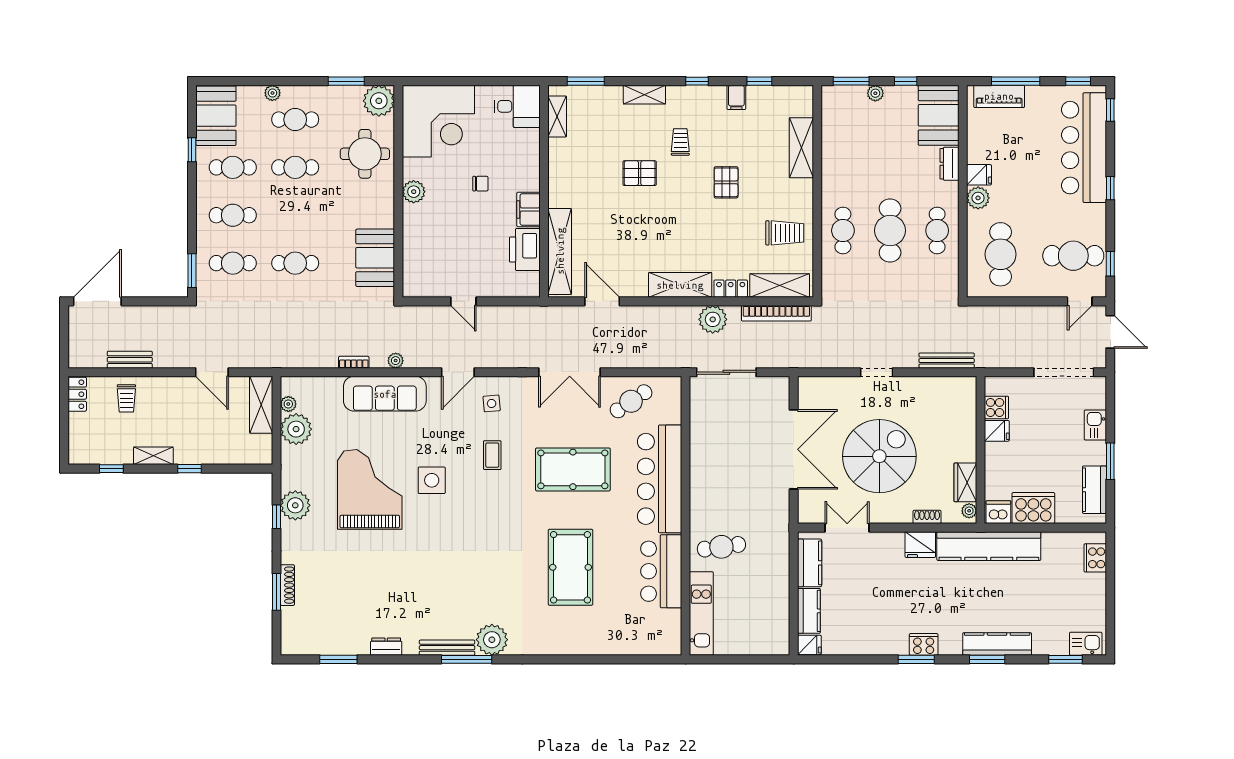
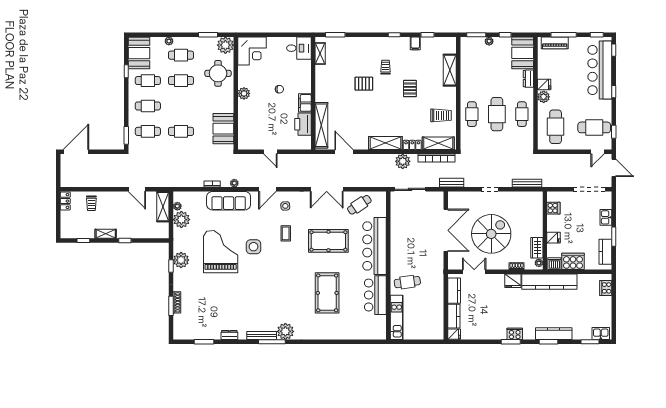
shelving: (644, 95) -> (366, 42), removed
corner desk: (438, 121) -> (252, 51), width x0.74, depth x0.74
bench: (130, 360) -> (452, 183), moved
fridge: (997, 431) -> (554, 238), moved

